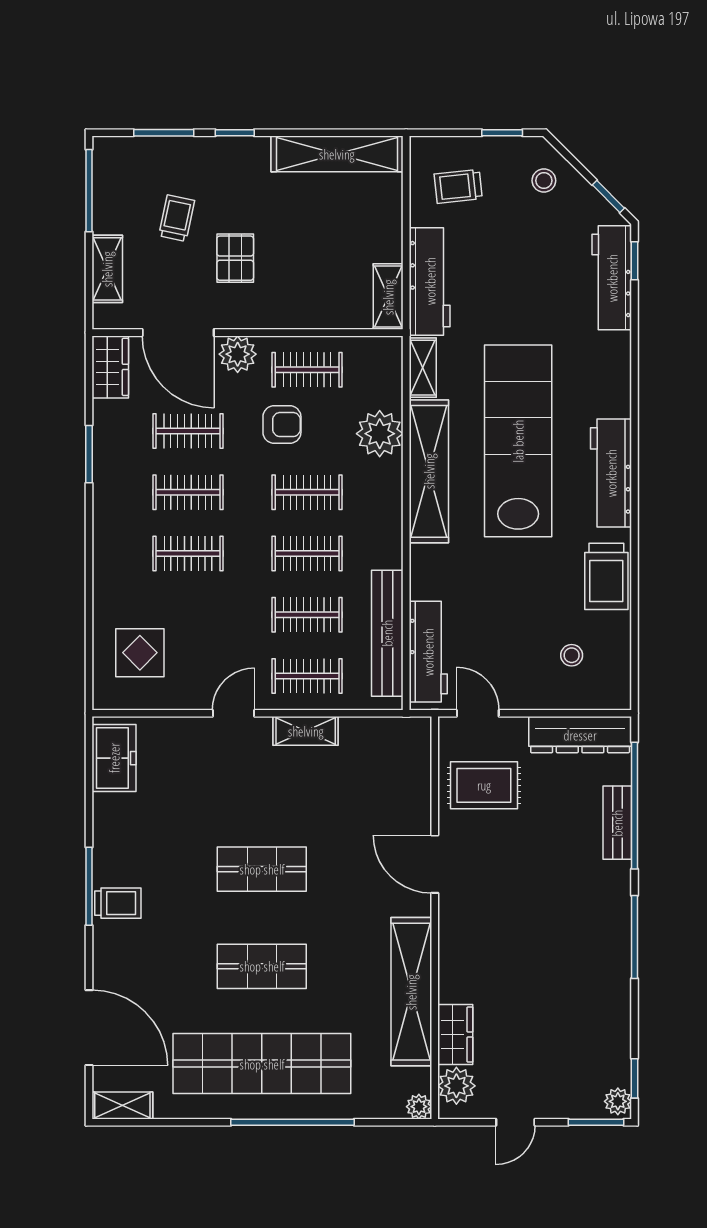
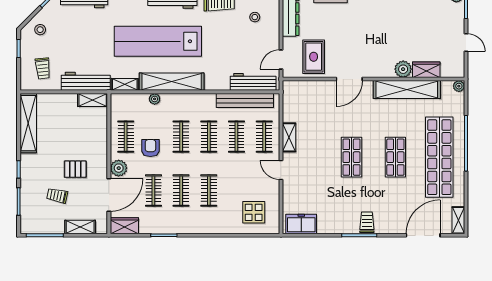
plant: (380, 434) -> (155, 99), width x0.53, depth x0.53
plant: (456, 1086) -> (403, 69), moved

